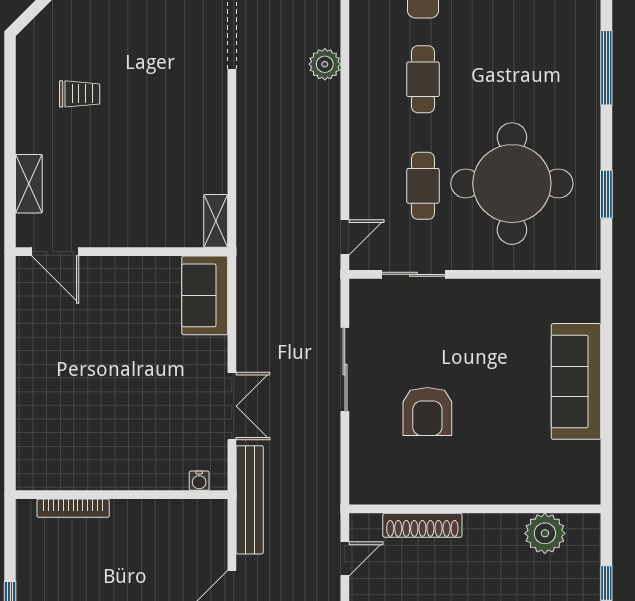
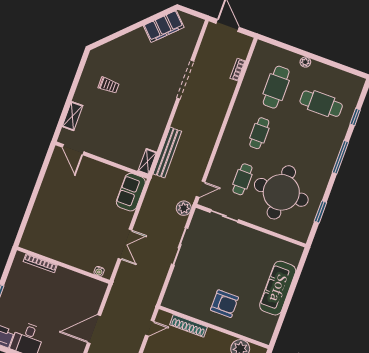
plant: (325, 64) -> (184, 208), moved
armchair: (427, 411) -> (225, 304), moved, turned -90
bench: (250, 500) -> (167, 153), moved

